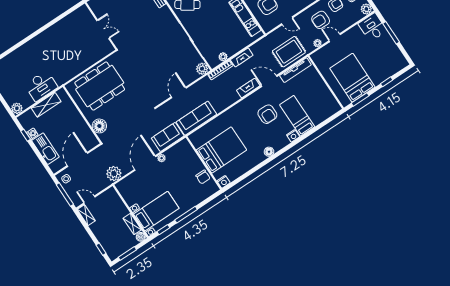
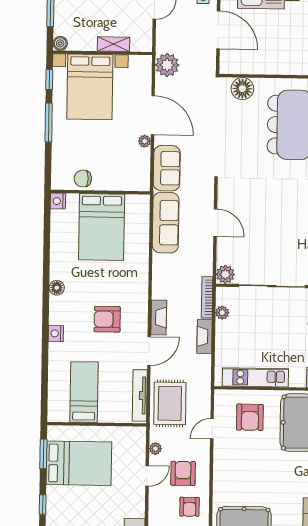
bed: (297, 116) -> (84, 392), moved, turned -90
bed with nightstands: (156, 211) -> (90, 87), width x1.36
shelving: (132, 224) -> (113, 44), moved

